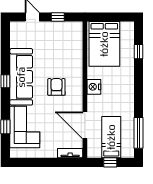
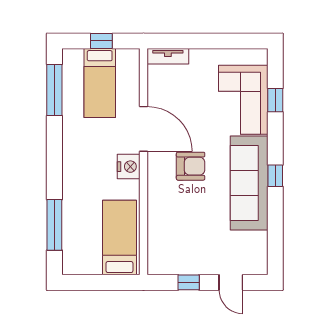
bed: (104, 44) -> (119, 238), width x0.67
window: (139, 52) -> (54, 225), width x2.17
armchair: (56, 87) -> (191, 166), turned -90
door: (85, 125) -> (143, 129), moved

